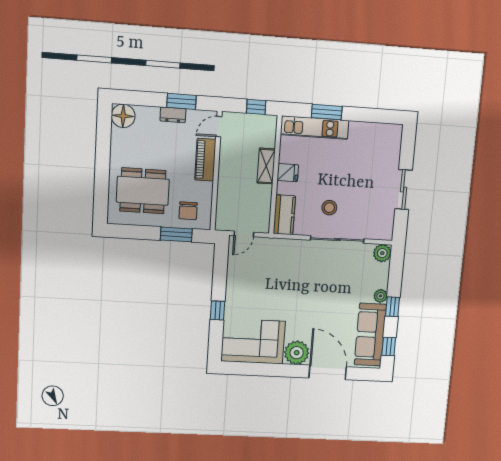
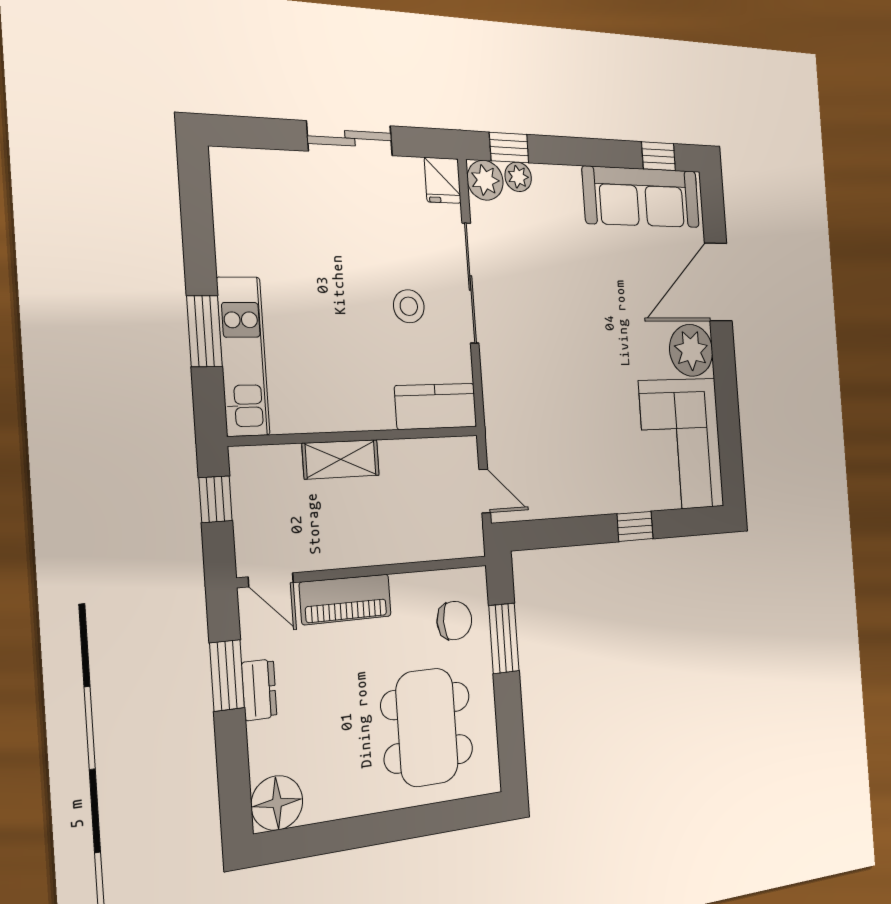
fridge: (288, 173) -> (443, 180), moved, turned 180
plant: (381, 296) -> (518, 177), moved
window: (392, 307) -> (509, 148), moved

